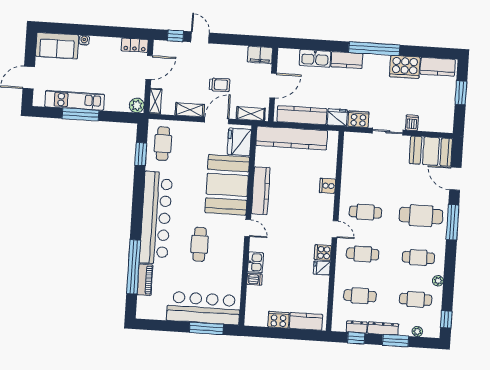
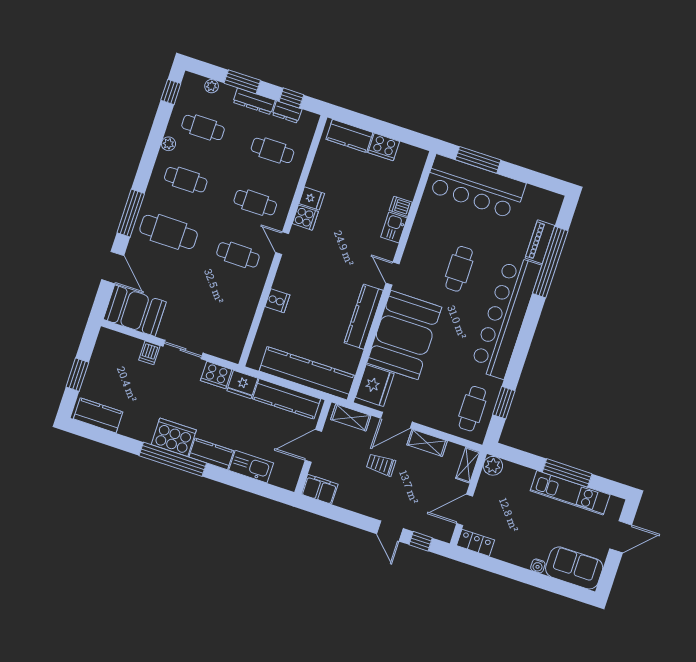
cooker: (405, 67) -> (174, 437), moved

